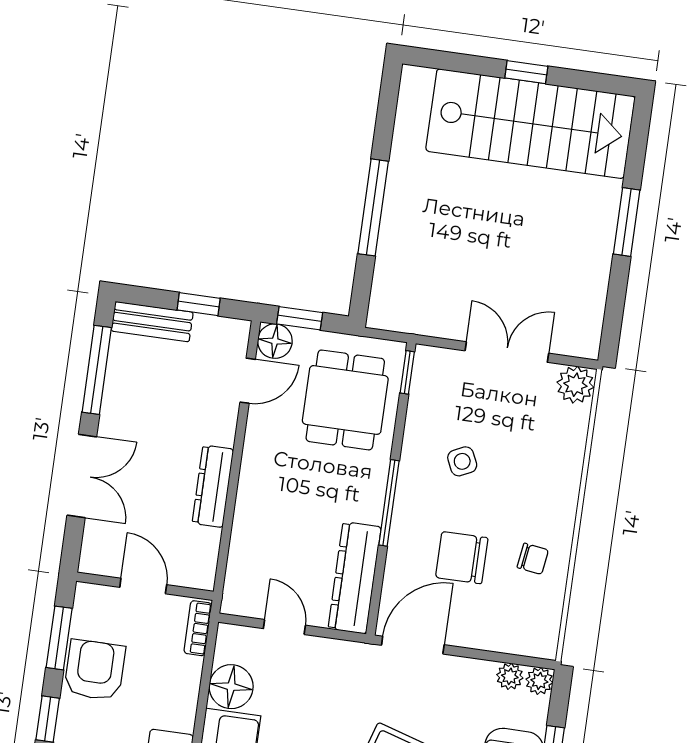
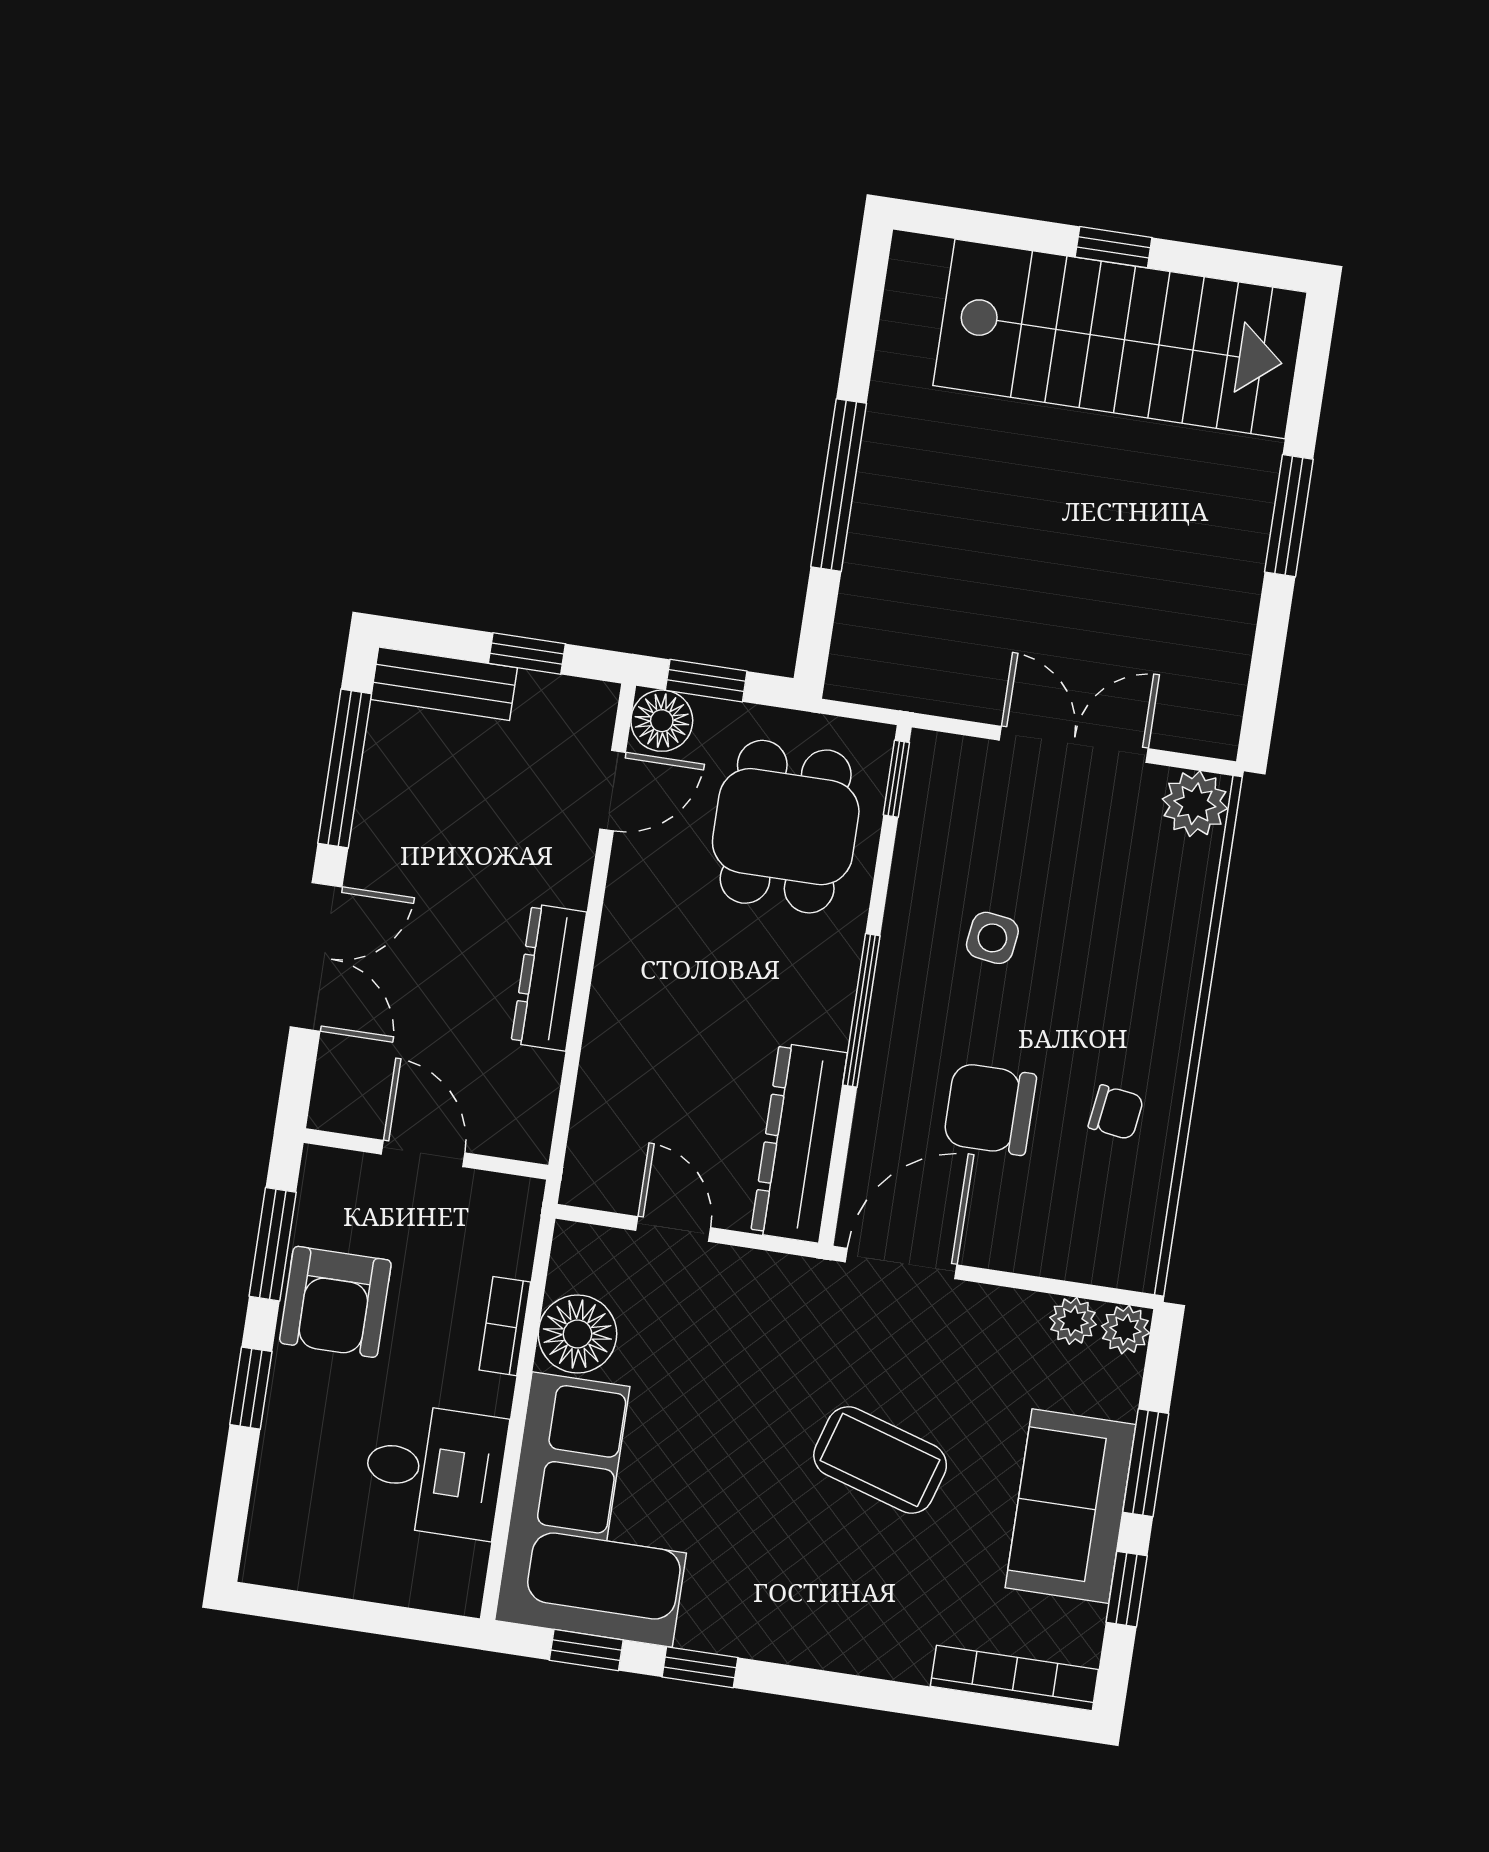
side table: (462, 461) -> (992, 938), turned 33
bookcase: (198, 628) -> (505, 1326), moved
armchair: (95, 670) -> (335, 1302), turned 180

